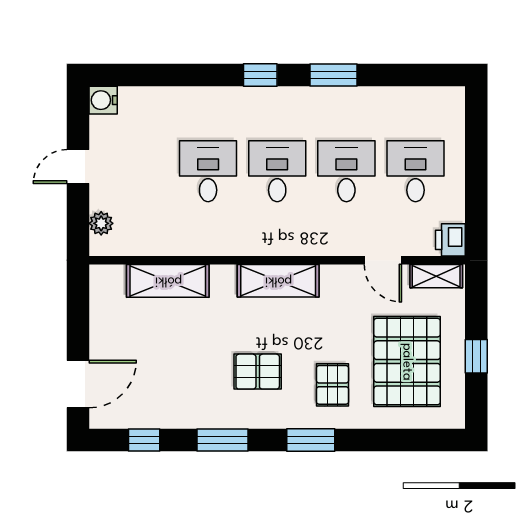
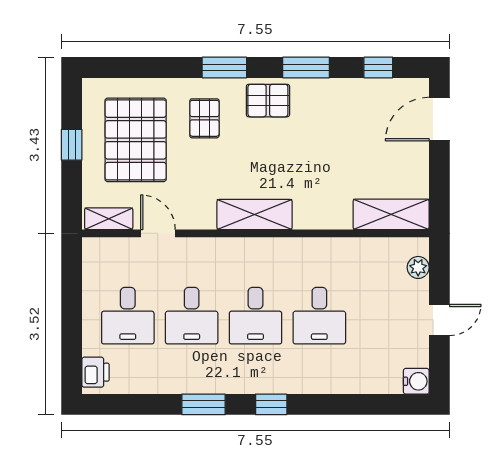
printer: (450, 240) -> (96, 372), moved
shelving: (168, 281) -> (391, 214), moved
pallet: (258, 372) -> (268, 101), moved

